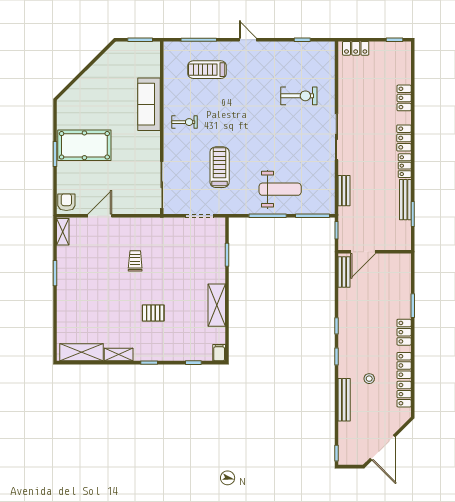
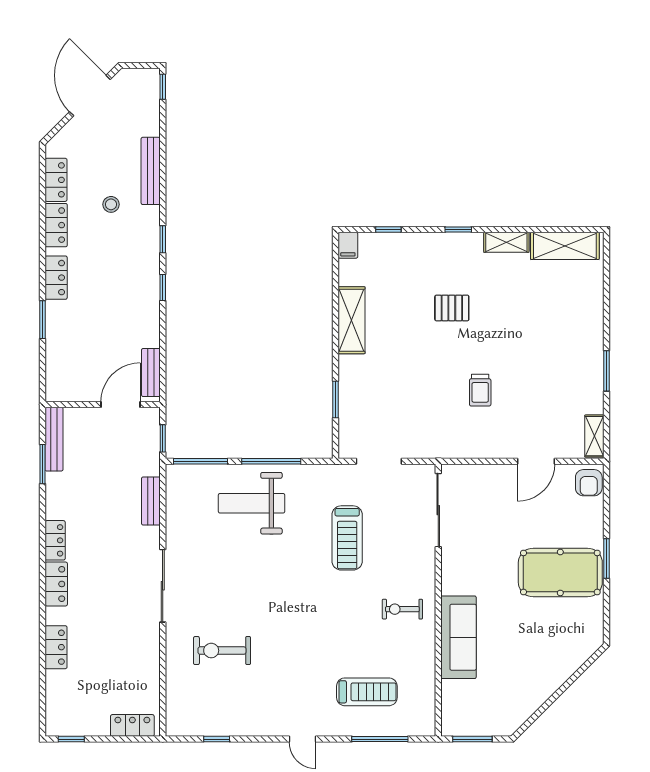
bench: (405, 200) -> (54, 439), moved

